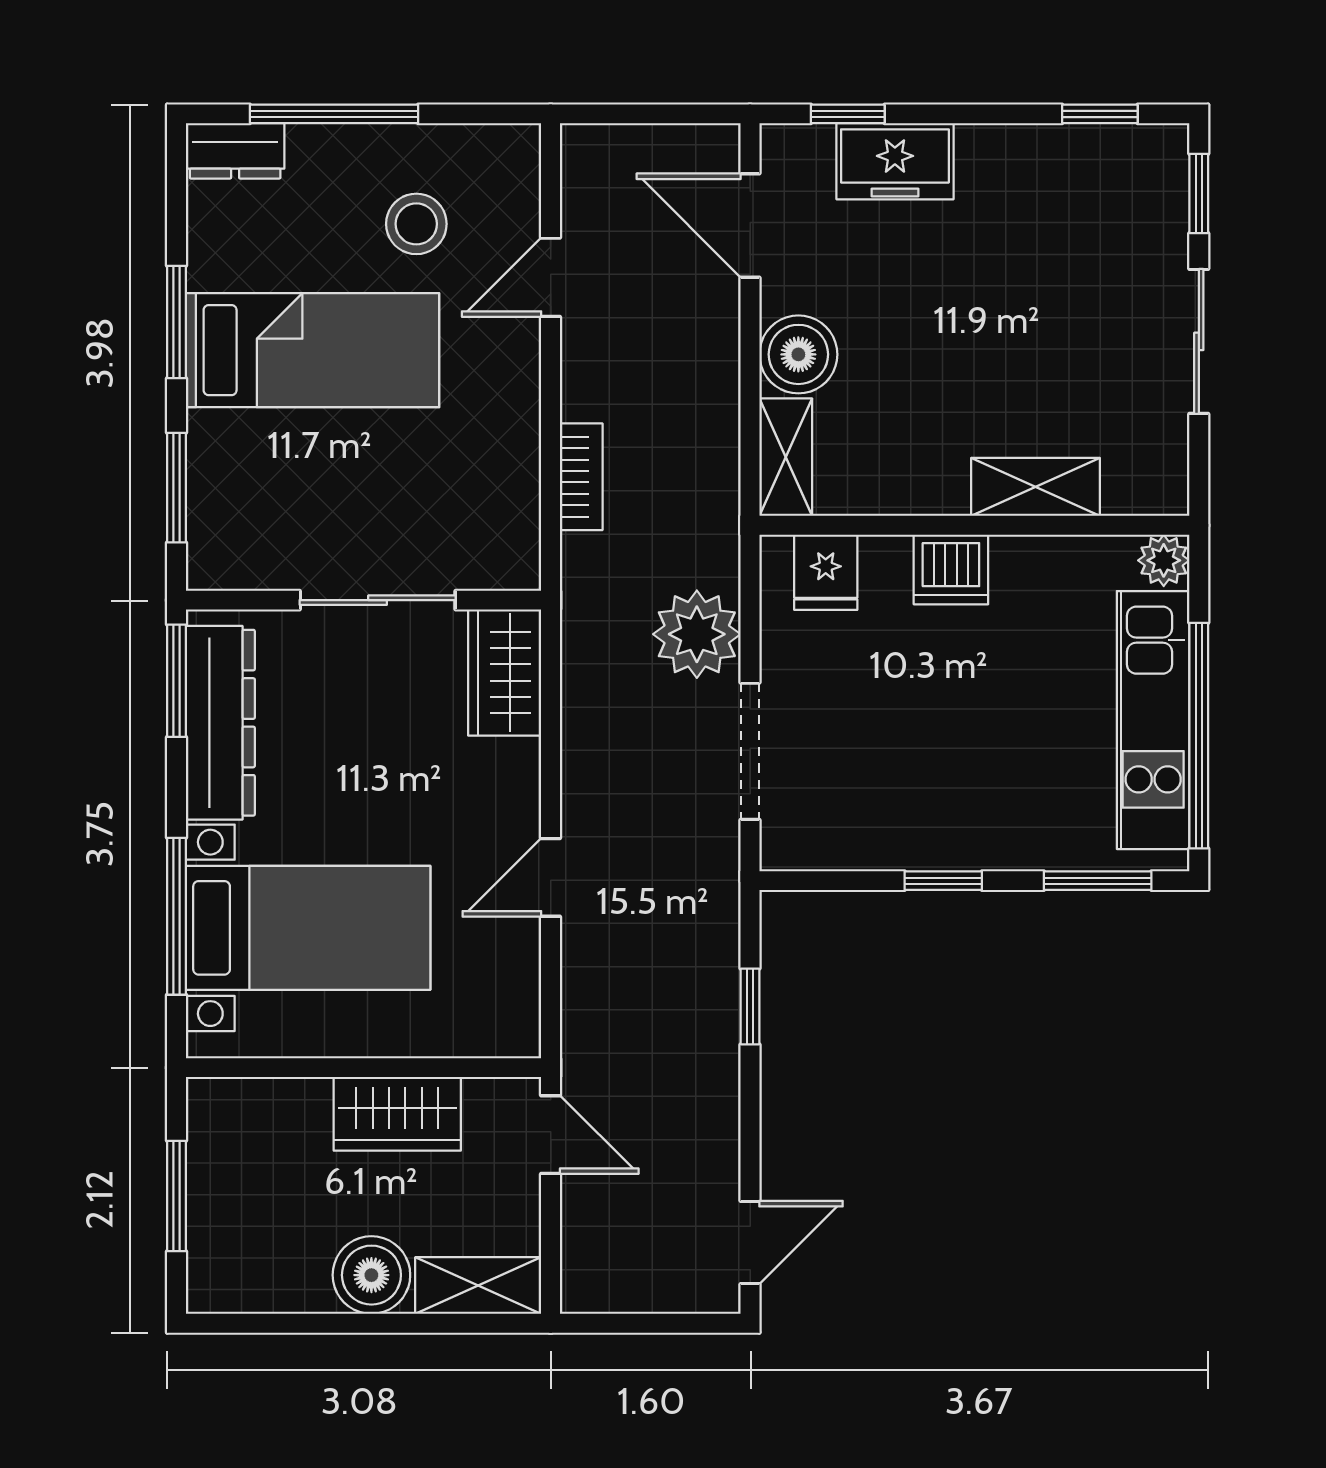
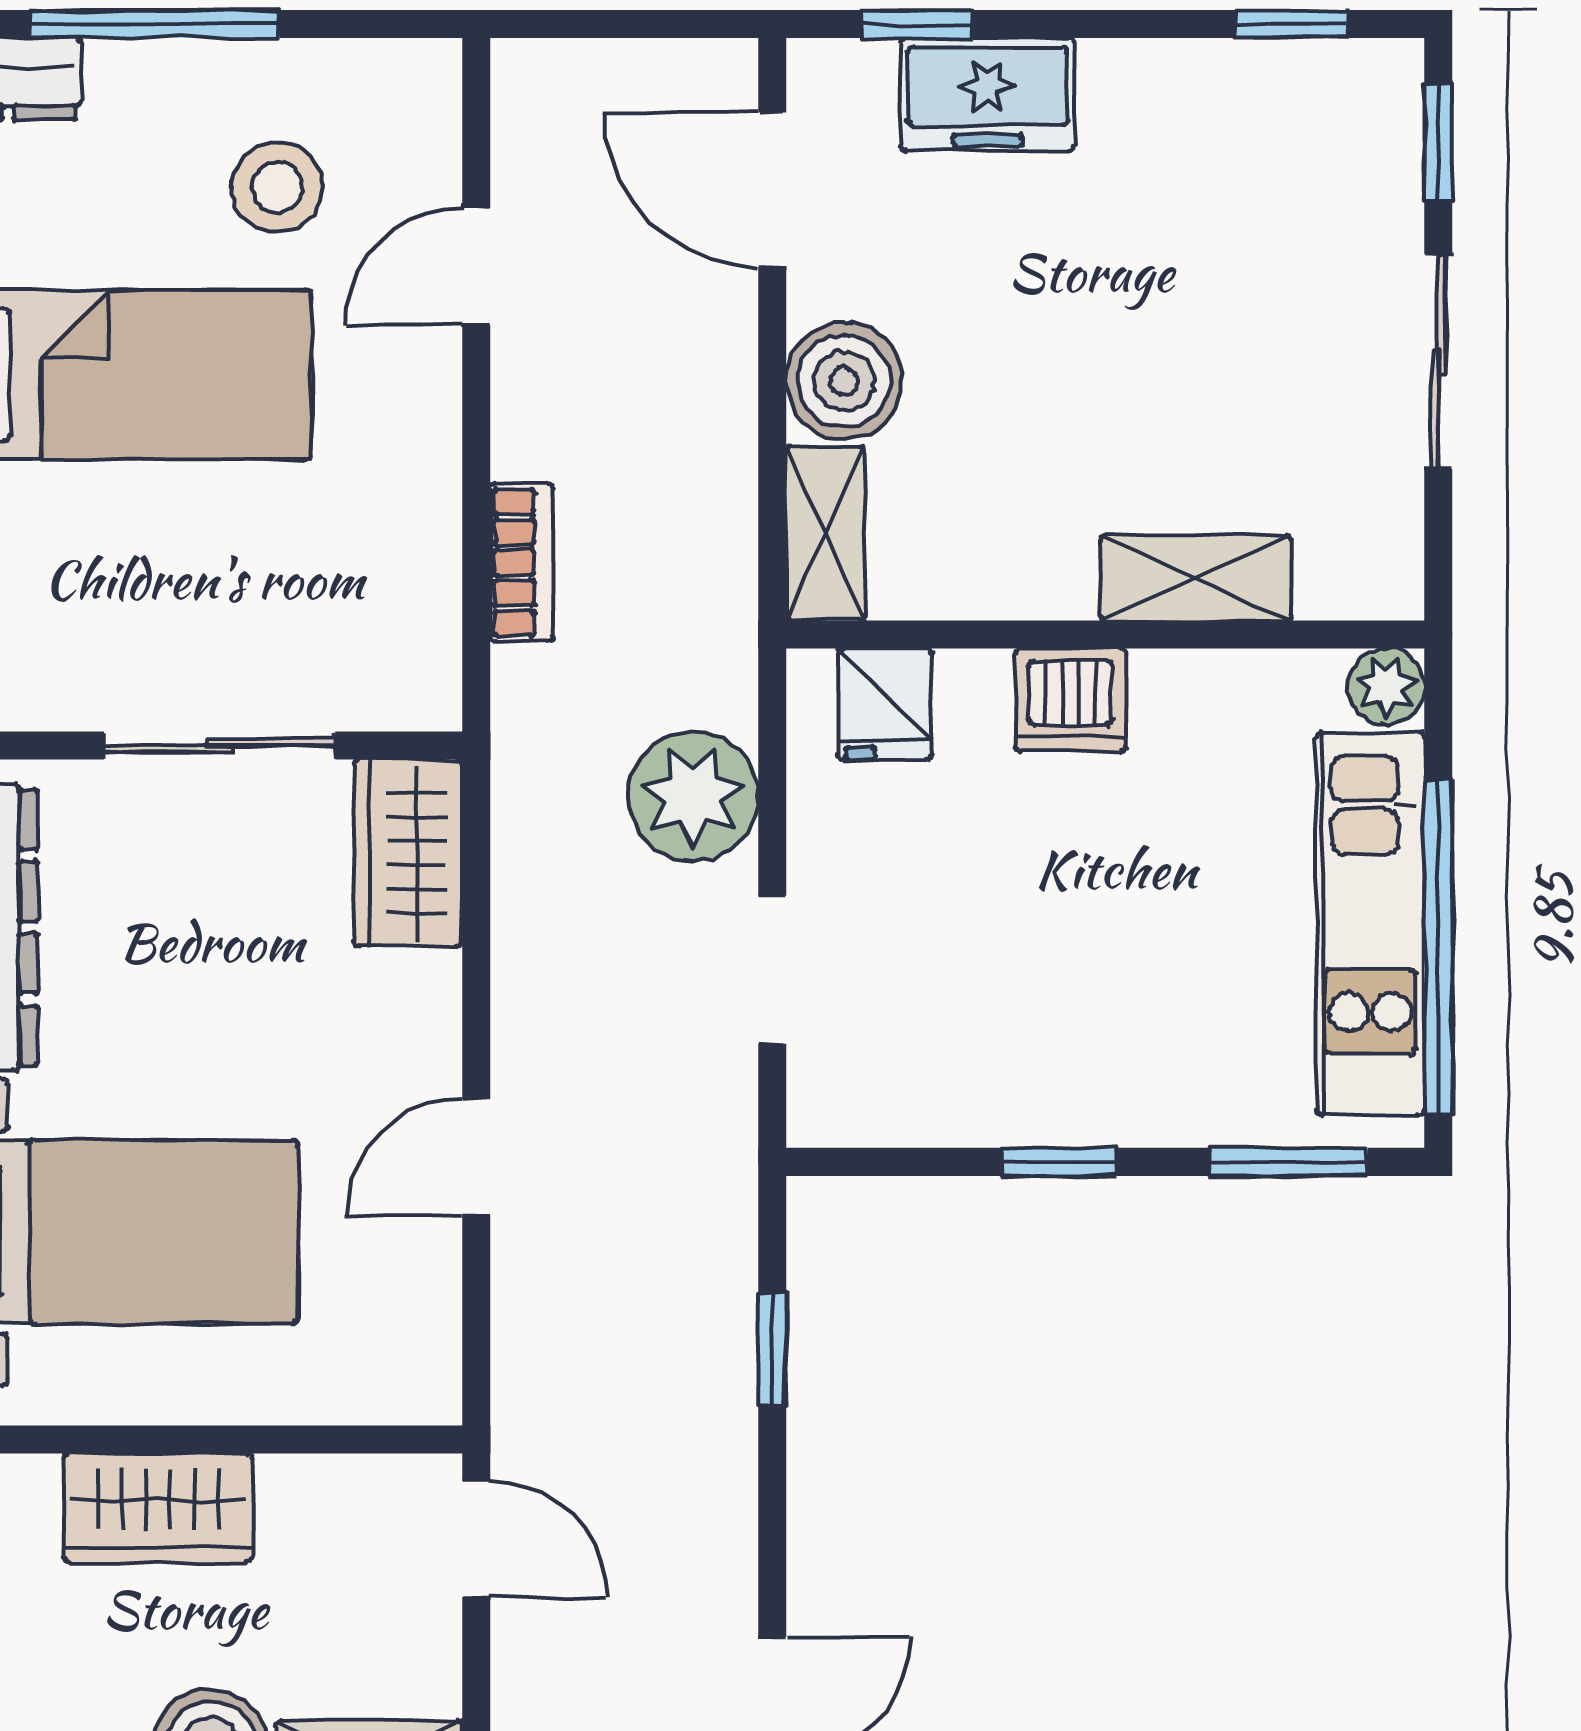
doorway: (750, 751) -> (772, 970), width x0.73
wardrobe: (397, 1114) -> (158, 1508), moved

